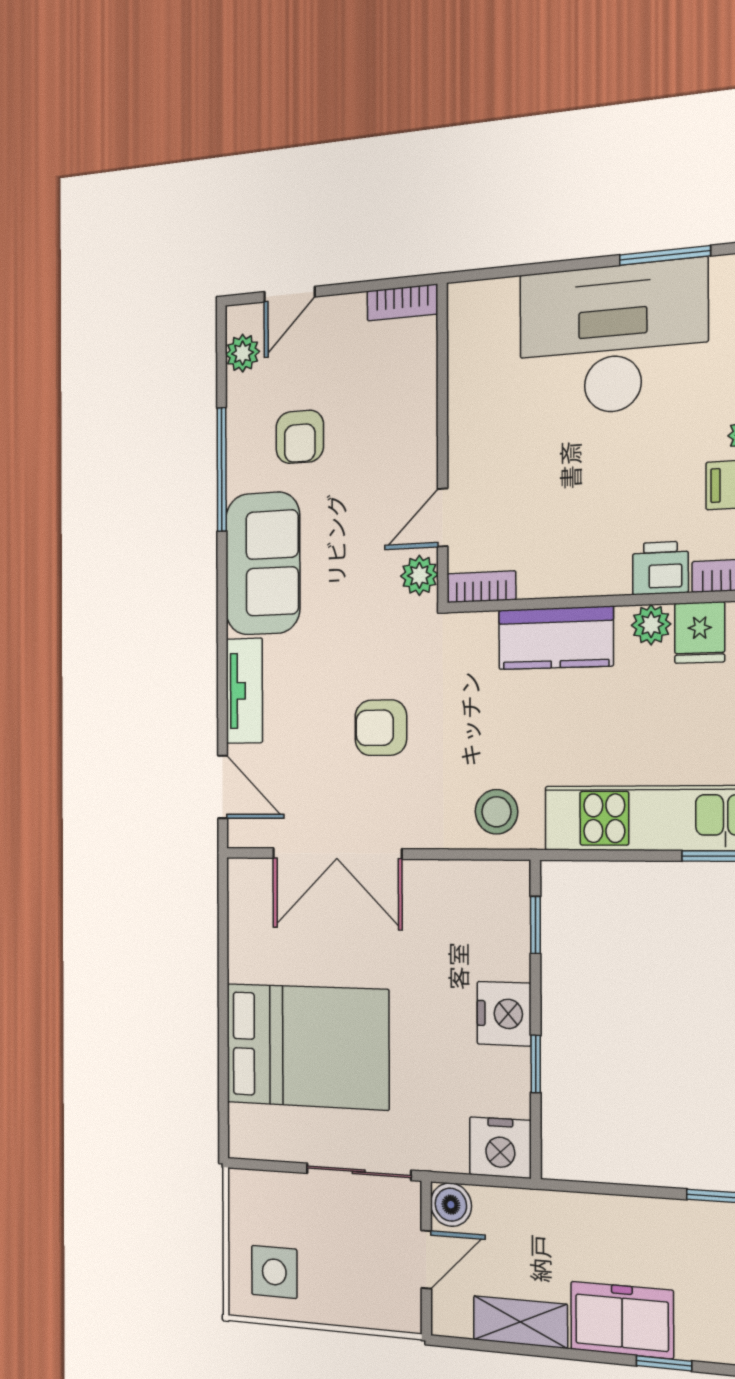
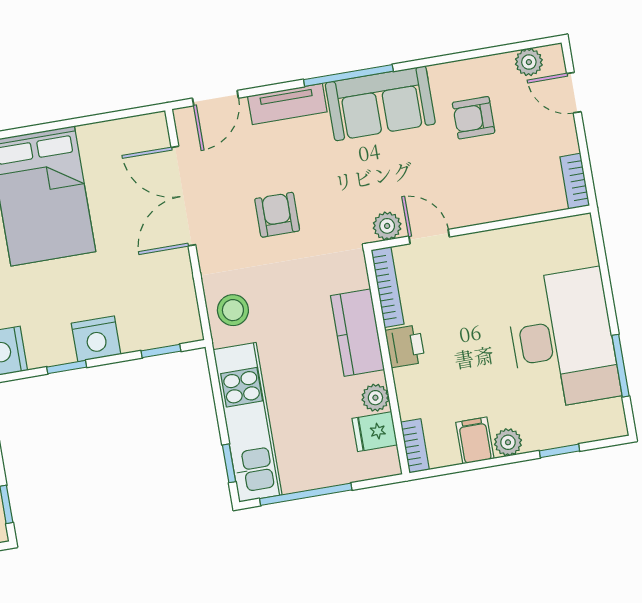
window: (222, 469) -> (348, 75), moved
printer: (660, 568) -> (405, 346), moved
bookcase: (481, 587) -> (388, 287), width x1.56

